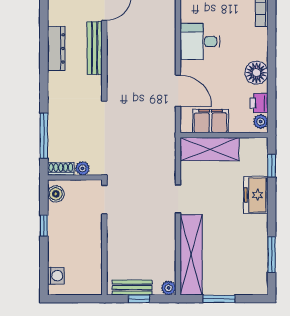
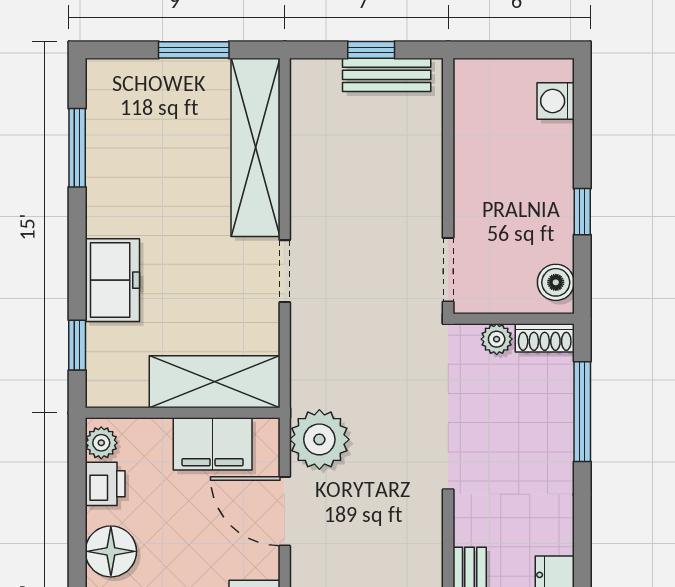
plant: (169, 288) -> (319, 439), moved, width x1.87, depth x1.87

